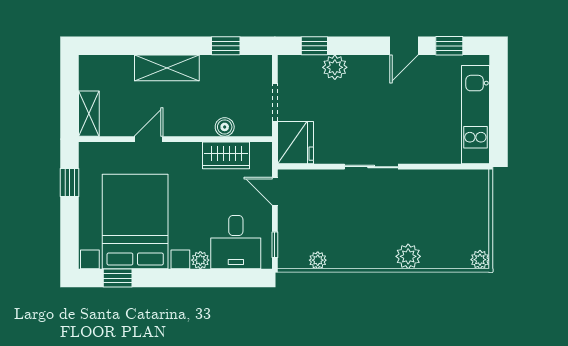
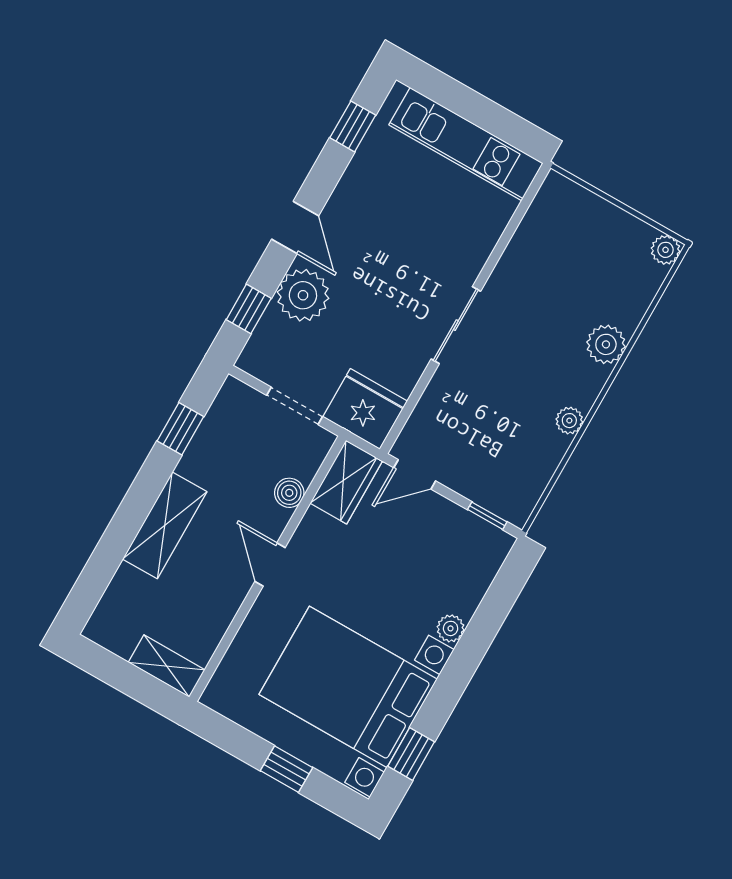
door: (404, 46) -> (295, 227), moved
plant: (335, 67) -> (303, 295), width x1.36, depth x1.36
door: (148, 139) -> (270, 565), moved
wardrobe: (226, 155) -> (346, 482), moved
window: (70, 183) -> (286, 769), moved
desk: (236, 242) -> (454, 567), removed
plant: (318, 260) -> (569, 421), moved

